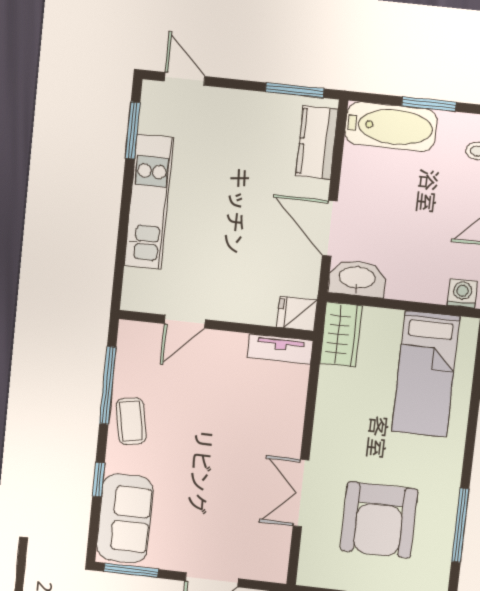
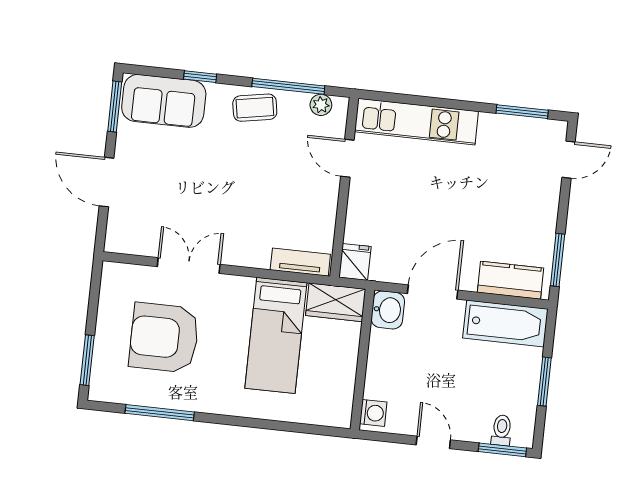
bathtub: (391, 127) -> (505, 323), moved, turned -90
kitchen unit: (149, 202) -> (416, 122), moved
washbasin: (357, 278) -> (388, 310), width x0.72
tv unit: (280, 349) -> (300, 262), moved, turned 90
plant: (127, 350) -> (321, 105), added
bed: (426, 374) -> (276, 335), moved, turned -90

